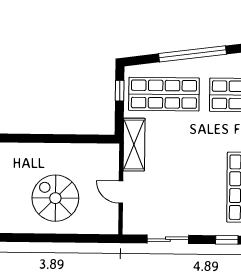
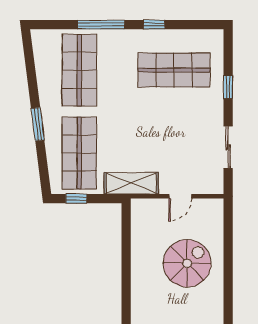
window: (193, 54) -> (38, 124), width x0.47
spiral stairs: (55, 198) -> (187, 263), turned 180

